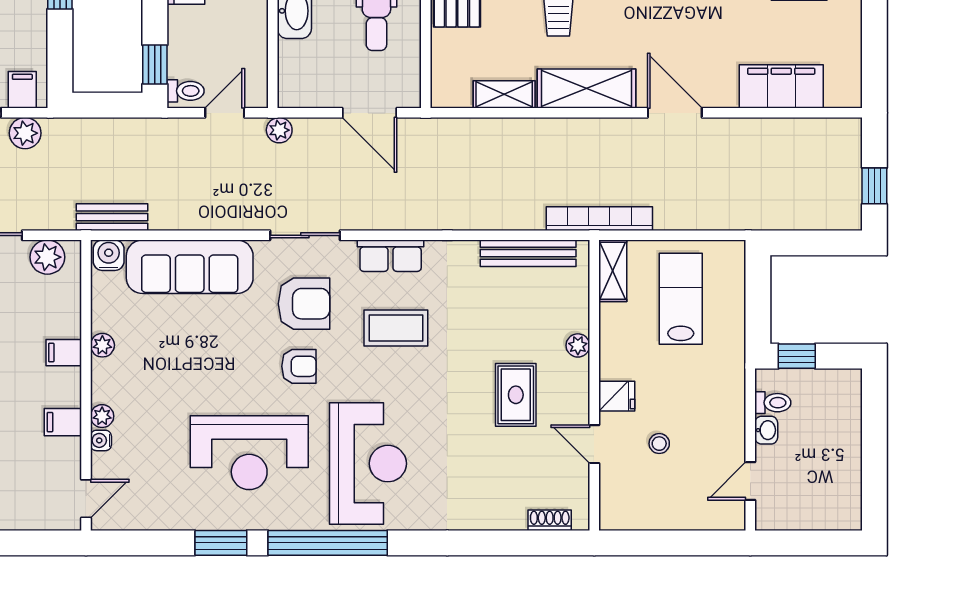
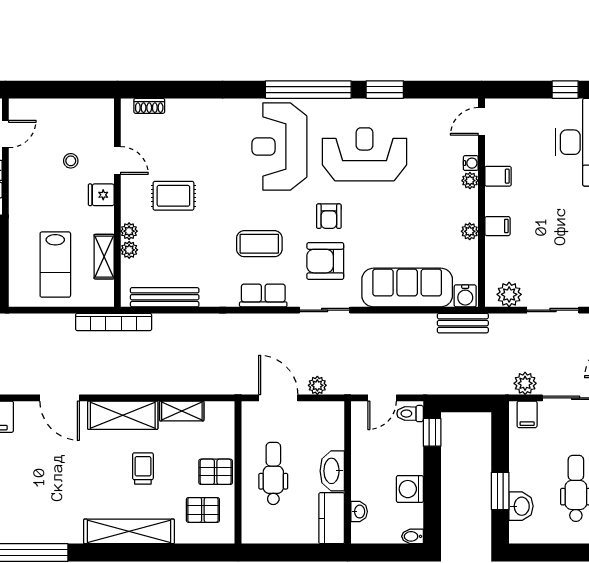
plant: (279, 130) -> (317, 385), moved
shelving: (613, 271) -> (104, 257), moved
plant: (578, 319) -> (129, 250), added
armchair: (299, 366) -> (329, 216), turned -90
rug: (516, 395) -> (173, 196), turned 90

